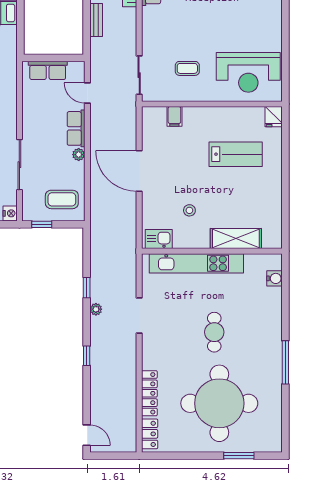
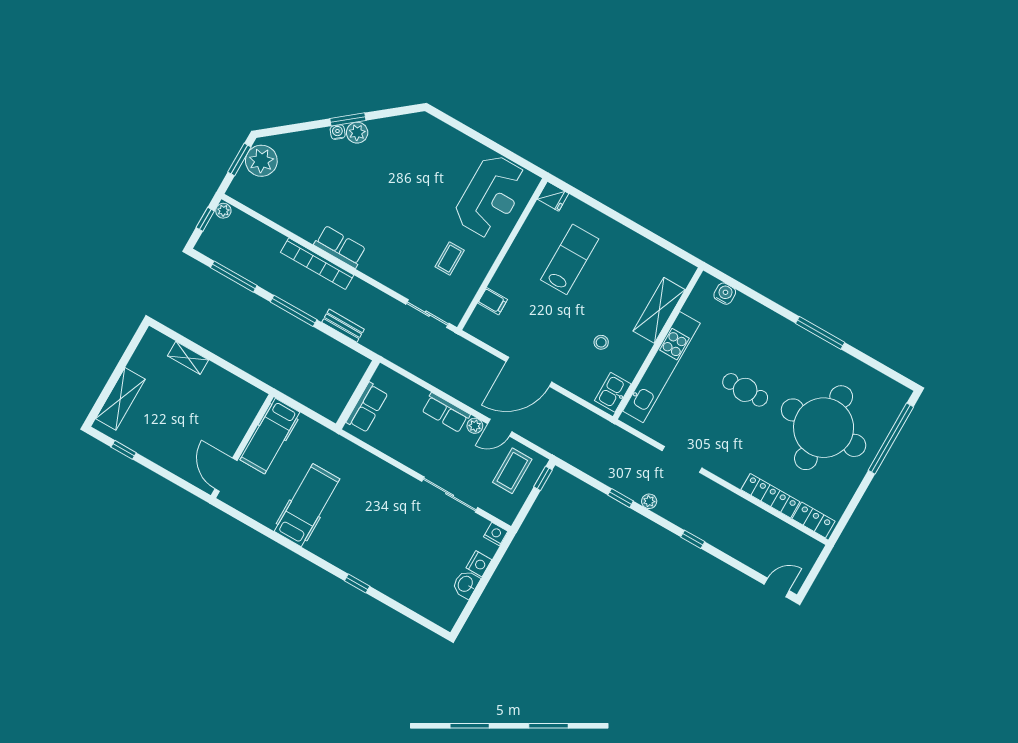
door: (87, 93) -> (500, 428), moved
window: (42, 224) -> (543, 478), moved
window: (239, 456) -> (891, 439), width x2.11

